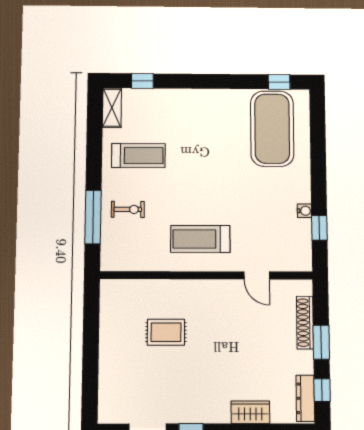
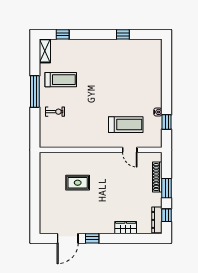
window: (279, 82) -> (123, 34), moved
exercise mat: (272, 129) -> (139, 63), removed
window: (93, 217) -> (35, 91), moved
treadmill: (200, 239) -> (126, 125), moved, turned 180

